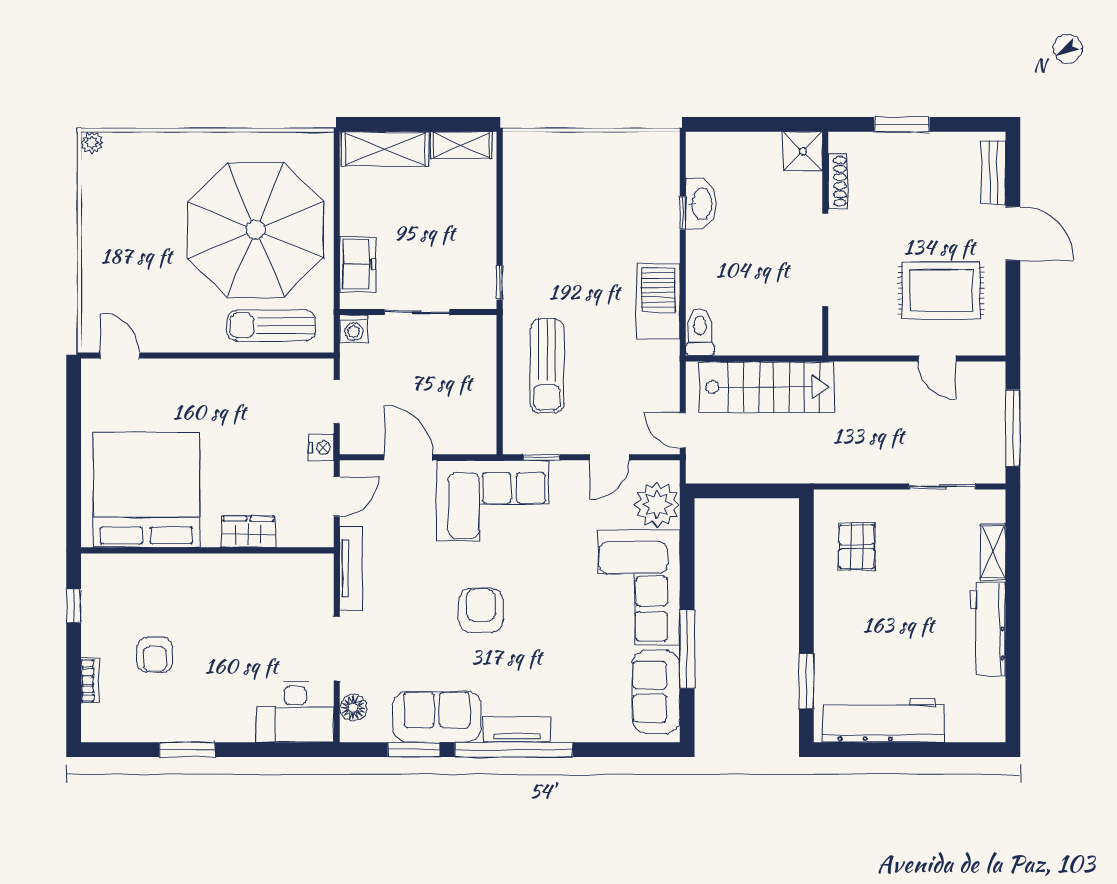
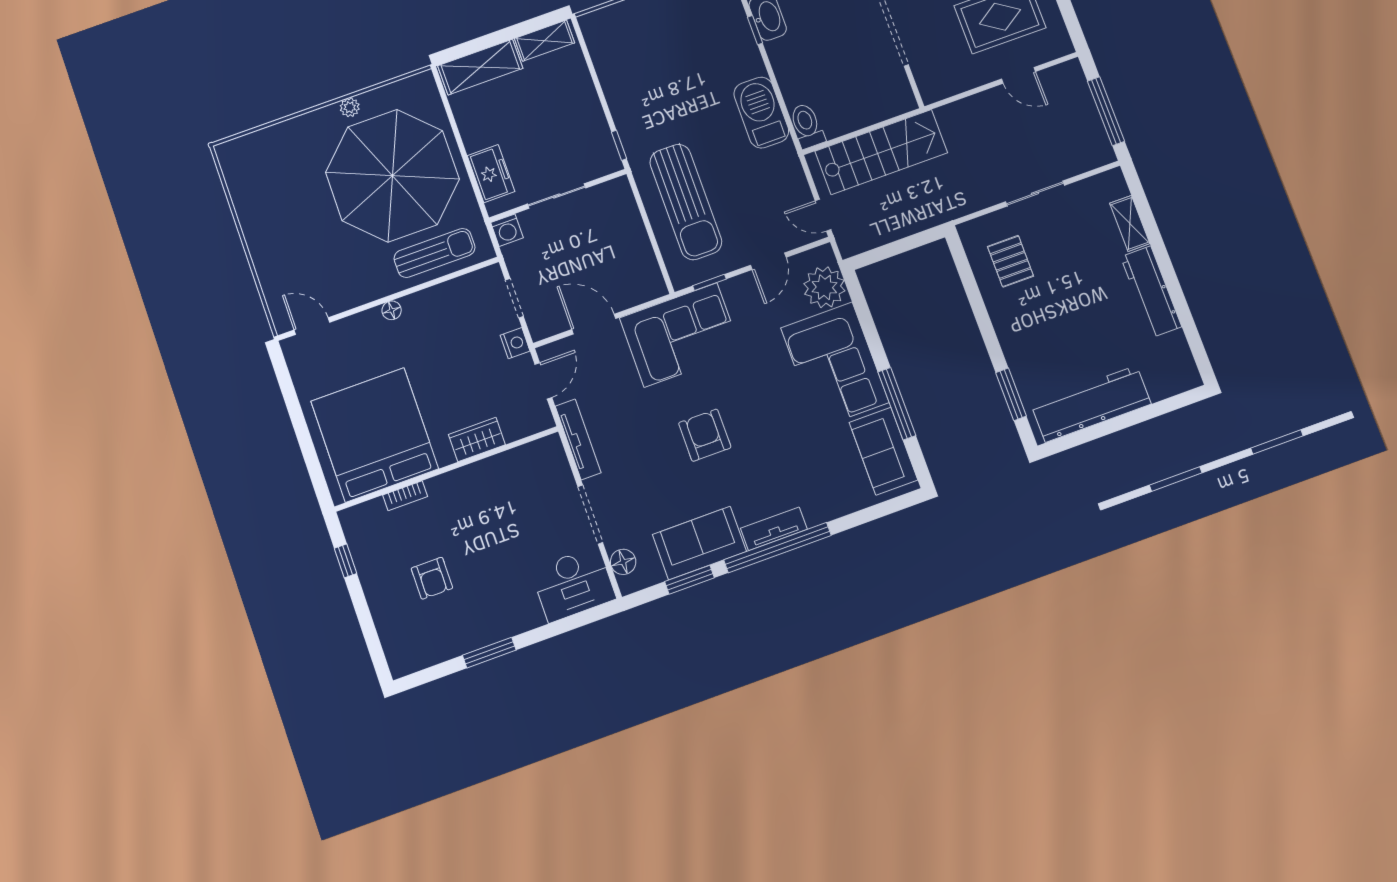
plant: (92, 143) -> (350, 107), moved
sun lounger: (271, 326) -> (434, 253), turned 180
sun lounger: (547, 366) -> (686, 202), width x1.36, depth x1.34
floor lamp: (207, 369) -> (392, 310), added
sliding door: (942, 486) -> (1035, 193), moved
bookcase: (90, 681) -> (405, 496), moved, turned 90

